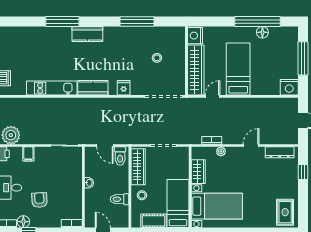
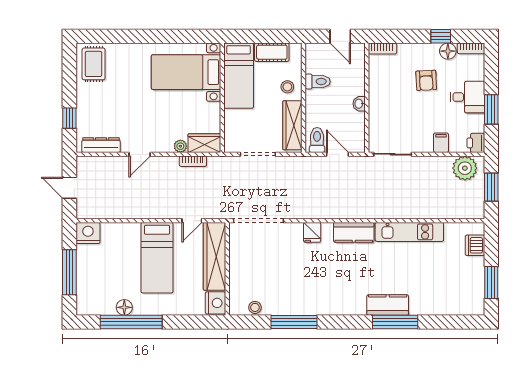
kitchen counter: (87, 34) -> (388, 305), moved
stool: (157, 58) -> (255, 307), moved
wardrobe: (198, 172) -> (204, 143), moved, turned 90

